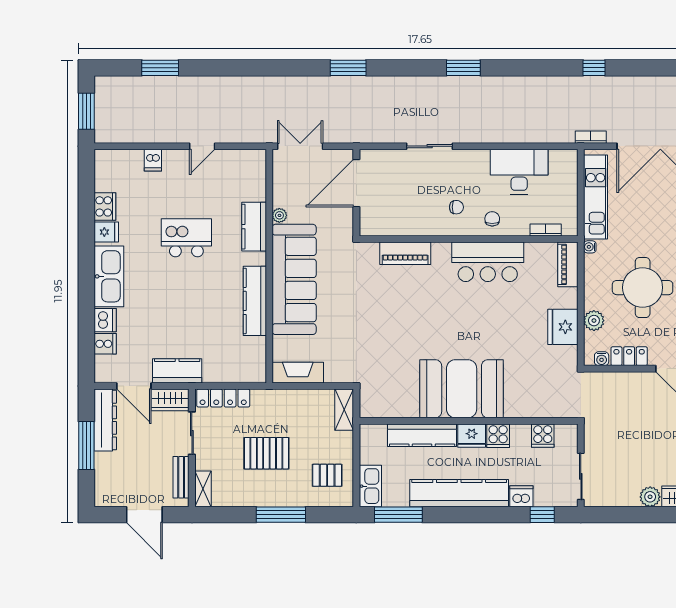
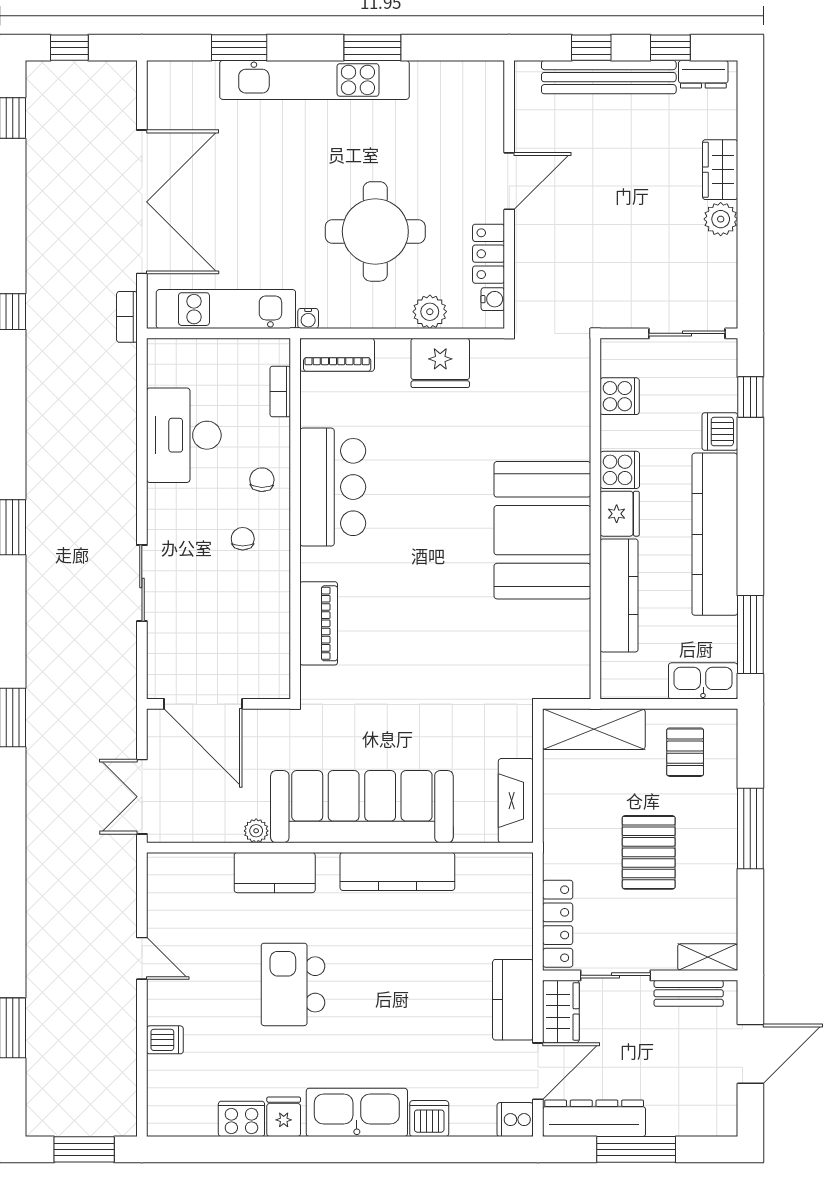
chair: (492, 219) -> (262, 480), turned 92
cooker: (105, 344) -> (515, 1120), moved, turned -90
shelving: (344, 410) -> (594, 729), width x1.50, depth x1.33

